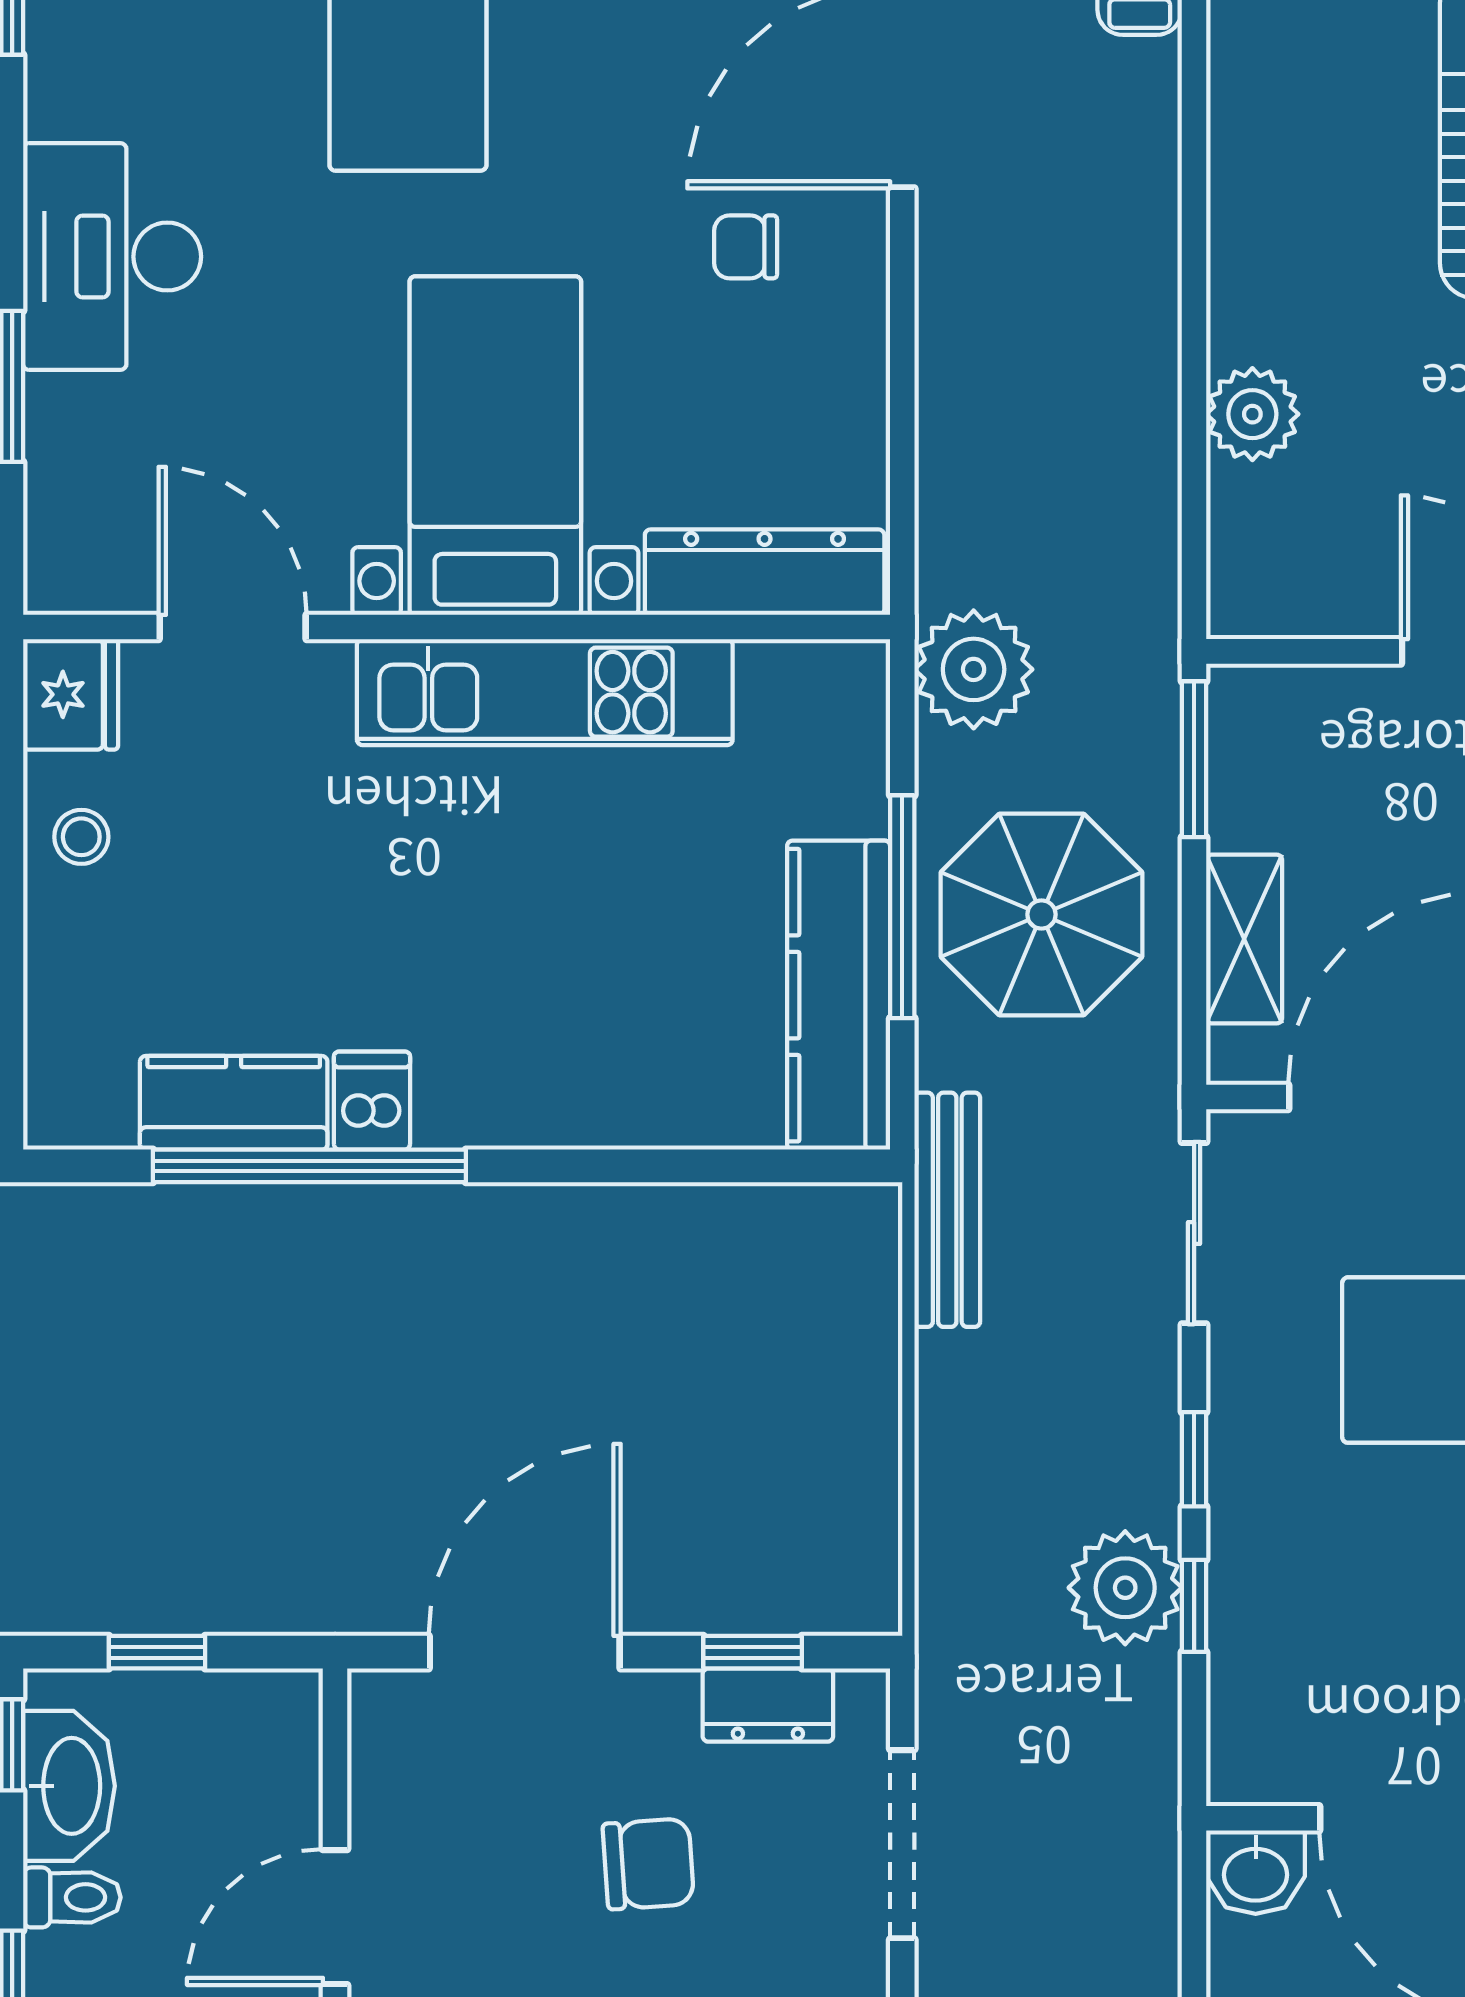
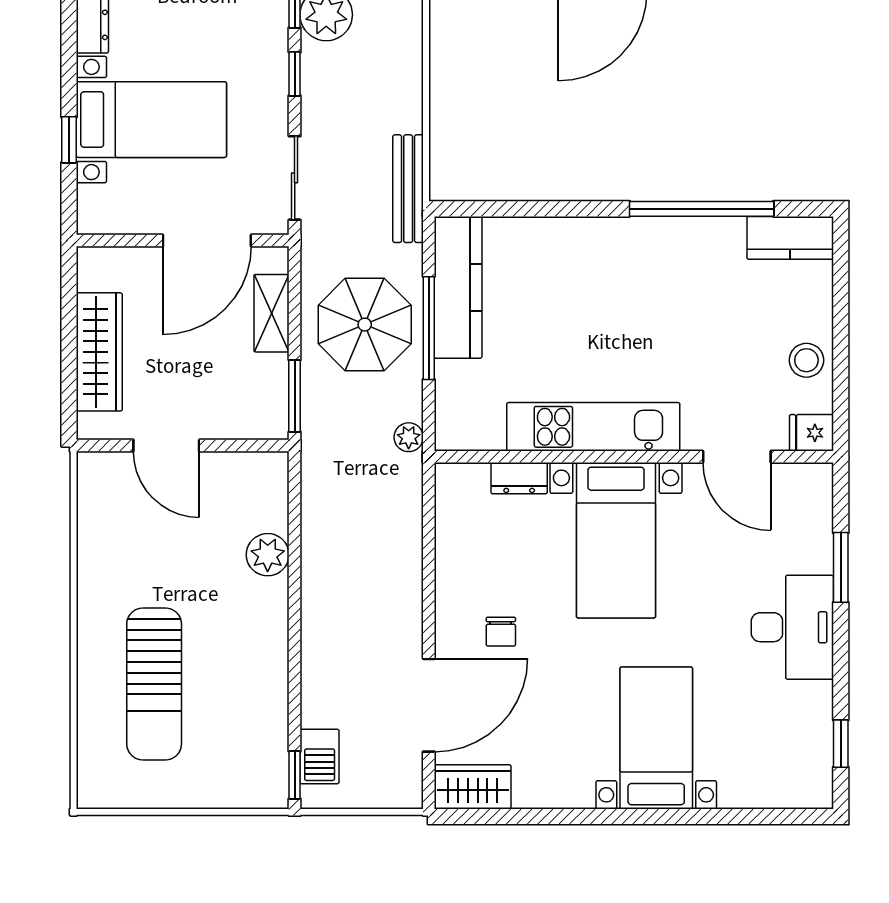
chair: (746, 247) -> (501, 632), turned 90
dresser: (765, 572) -> (519, 478), width x0.51, depth x0.80
plant: (974, 669) -> (409, 437), width x0.53, depth x0.53
fridge: (71, 694) -> (811, 433), width x0.72
stool: (81, 837) -> (806, 360), width x1.37, depth x1.37
dishwasher: (372, 1101) -> (673, 239), removed
kitchen counter: (234, 1103) -> (790, 238), moved

